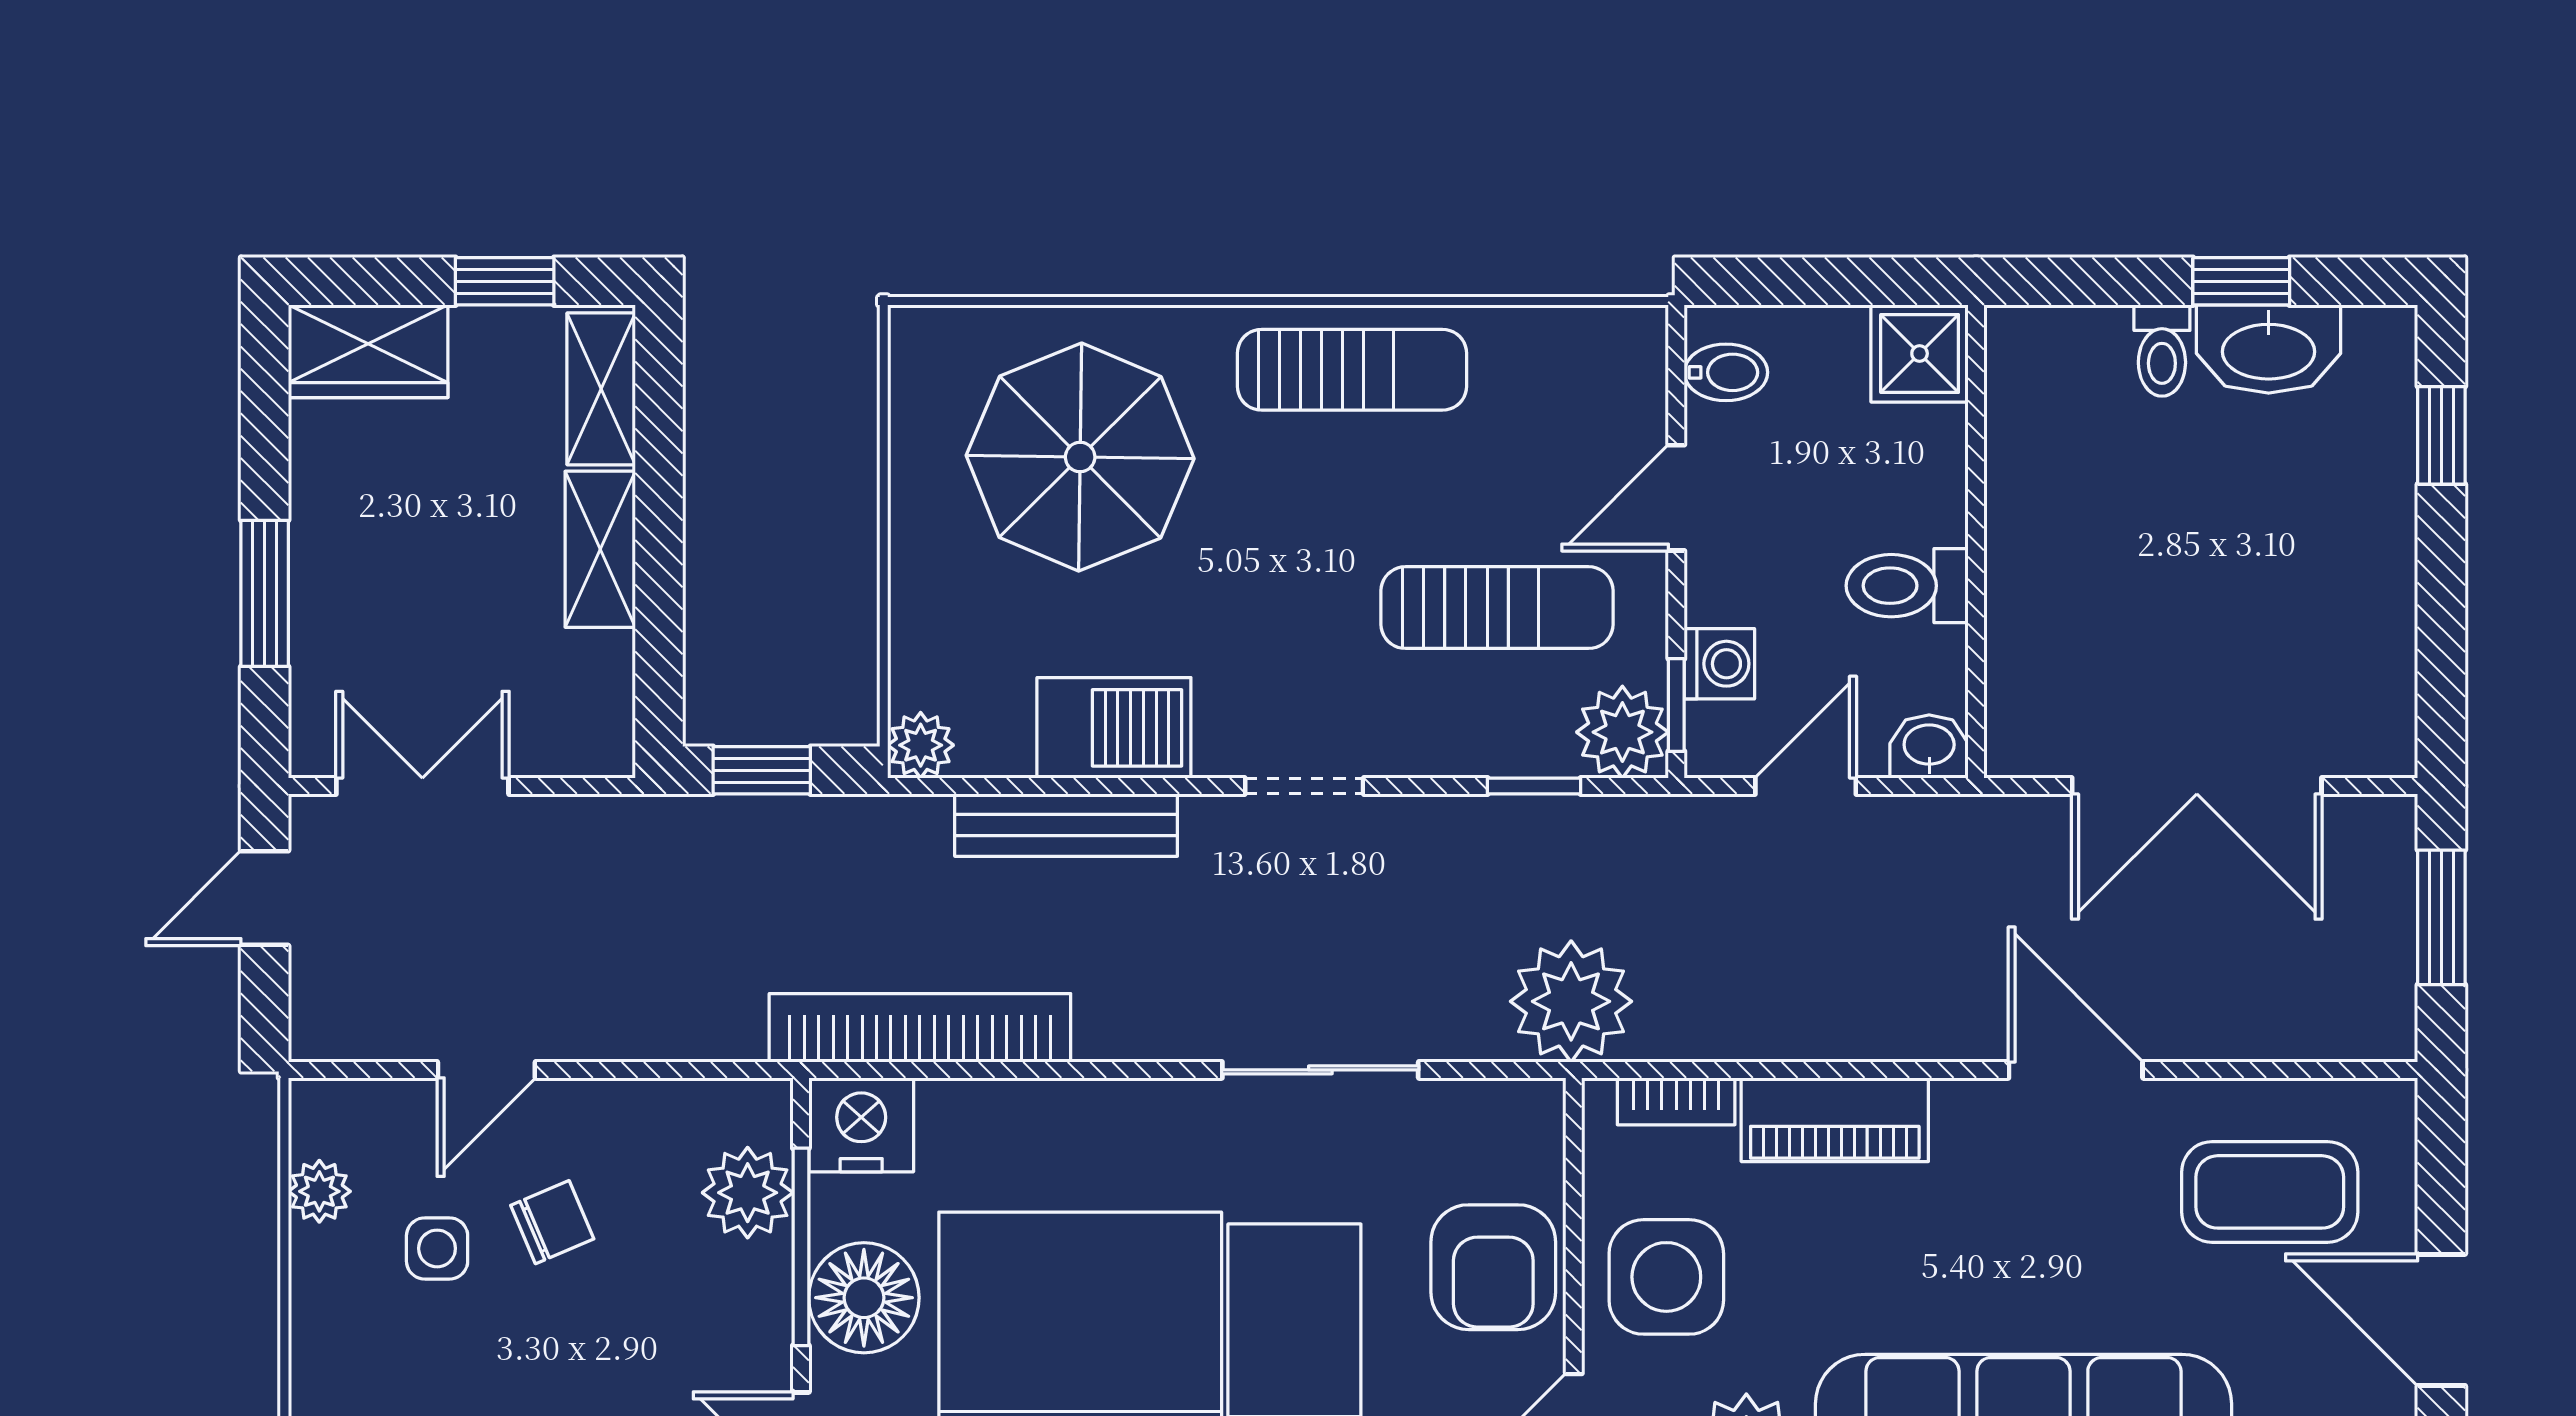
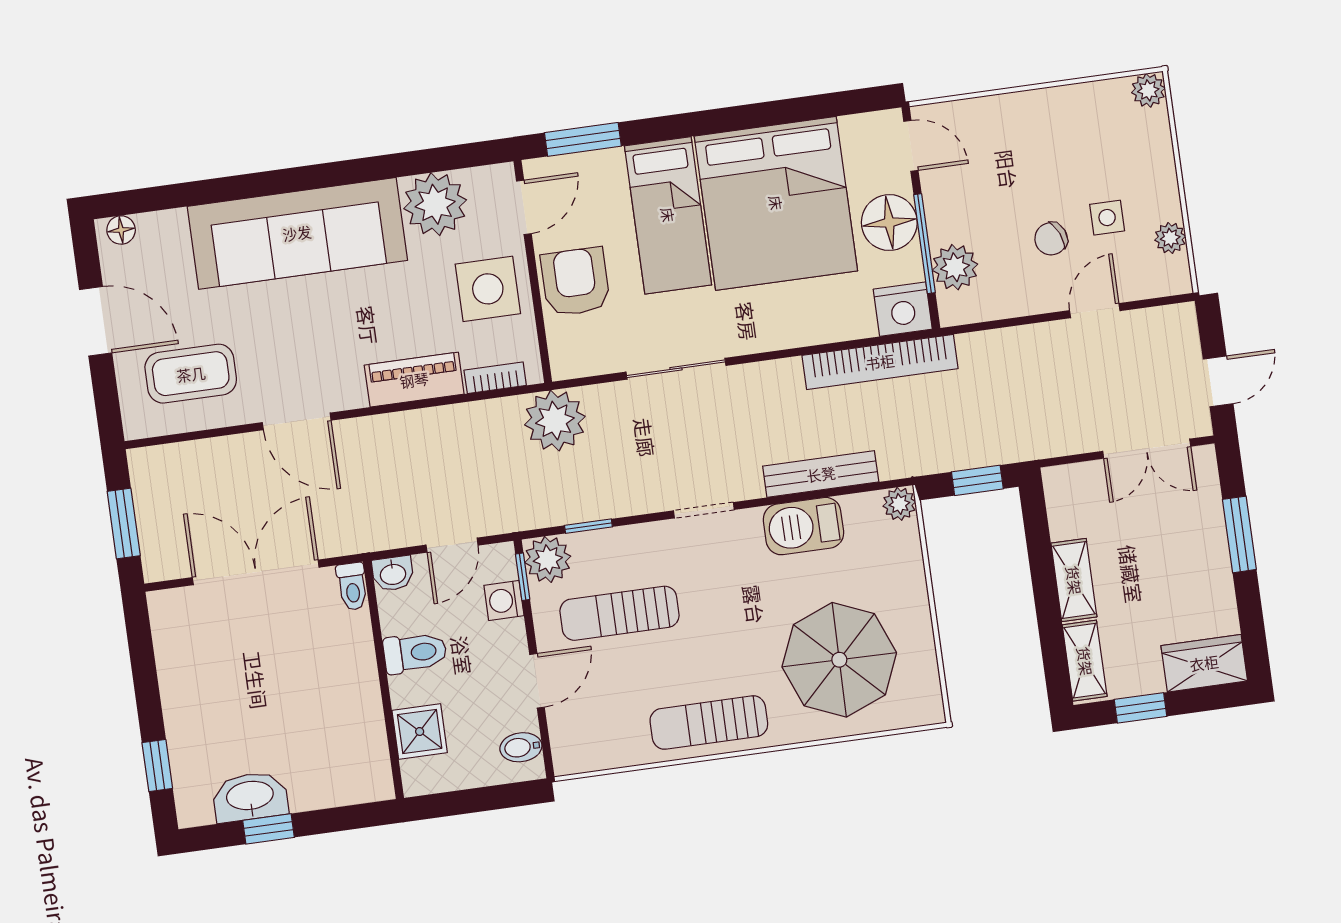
toilet: (2162, 351) -> (352, 586), moved, turned 180
shower: (1920, 354) -> (420, 732), moved

